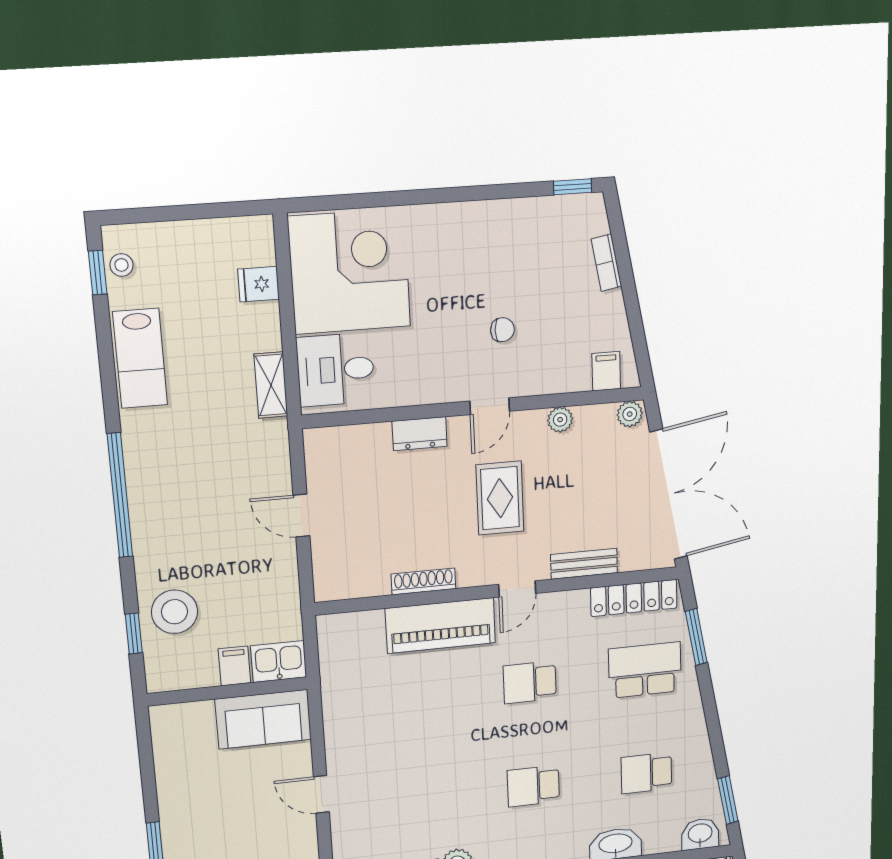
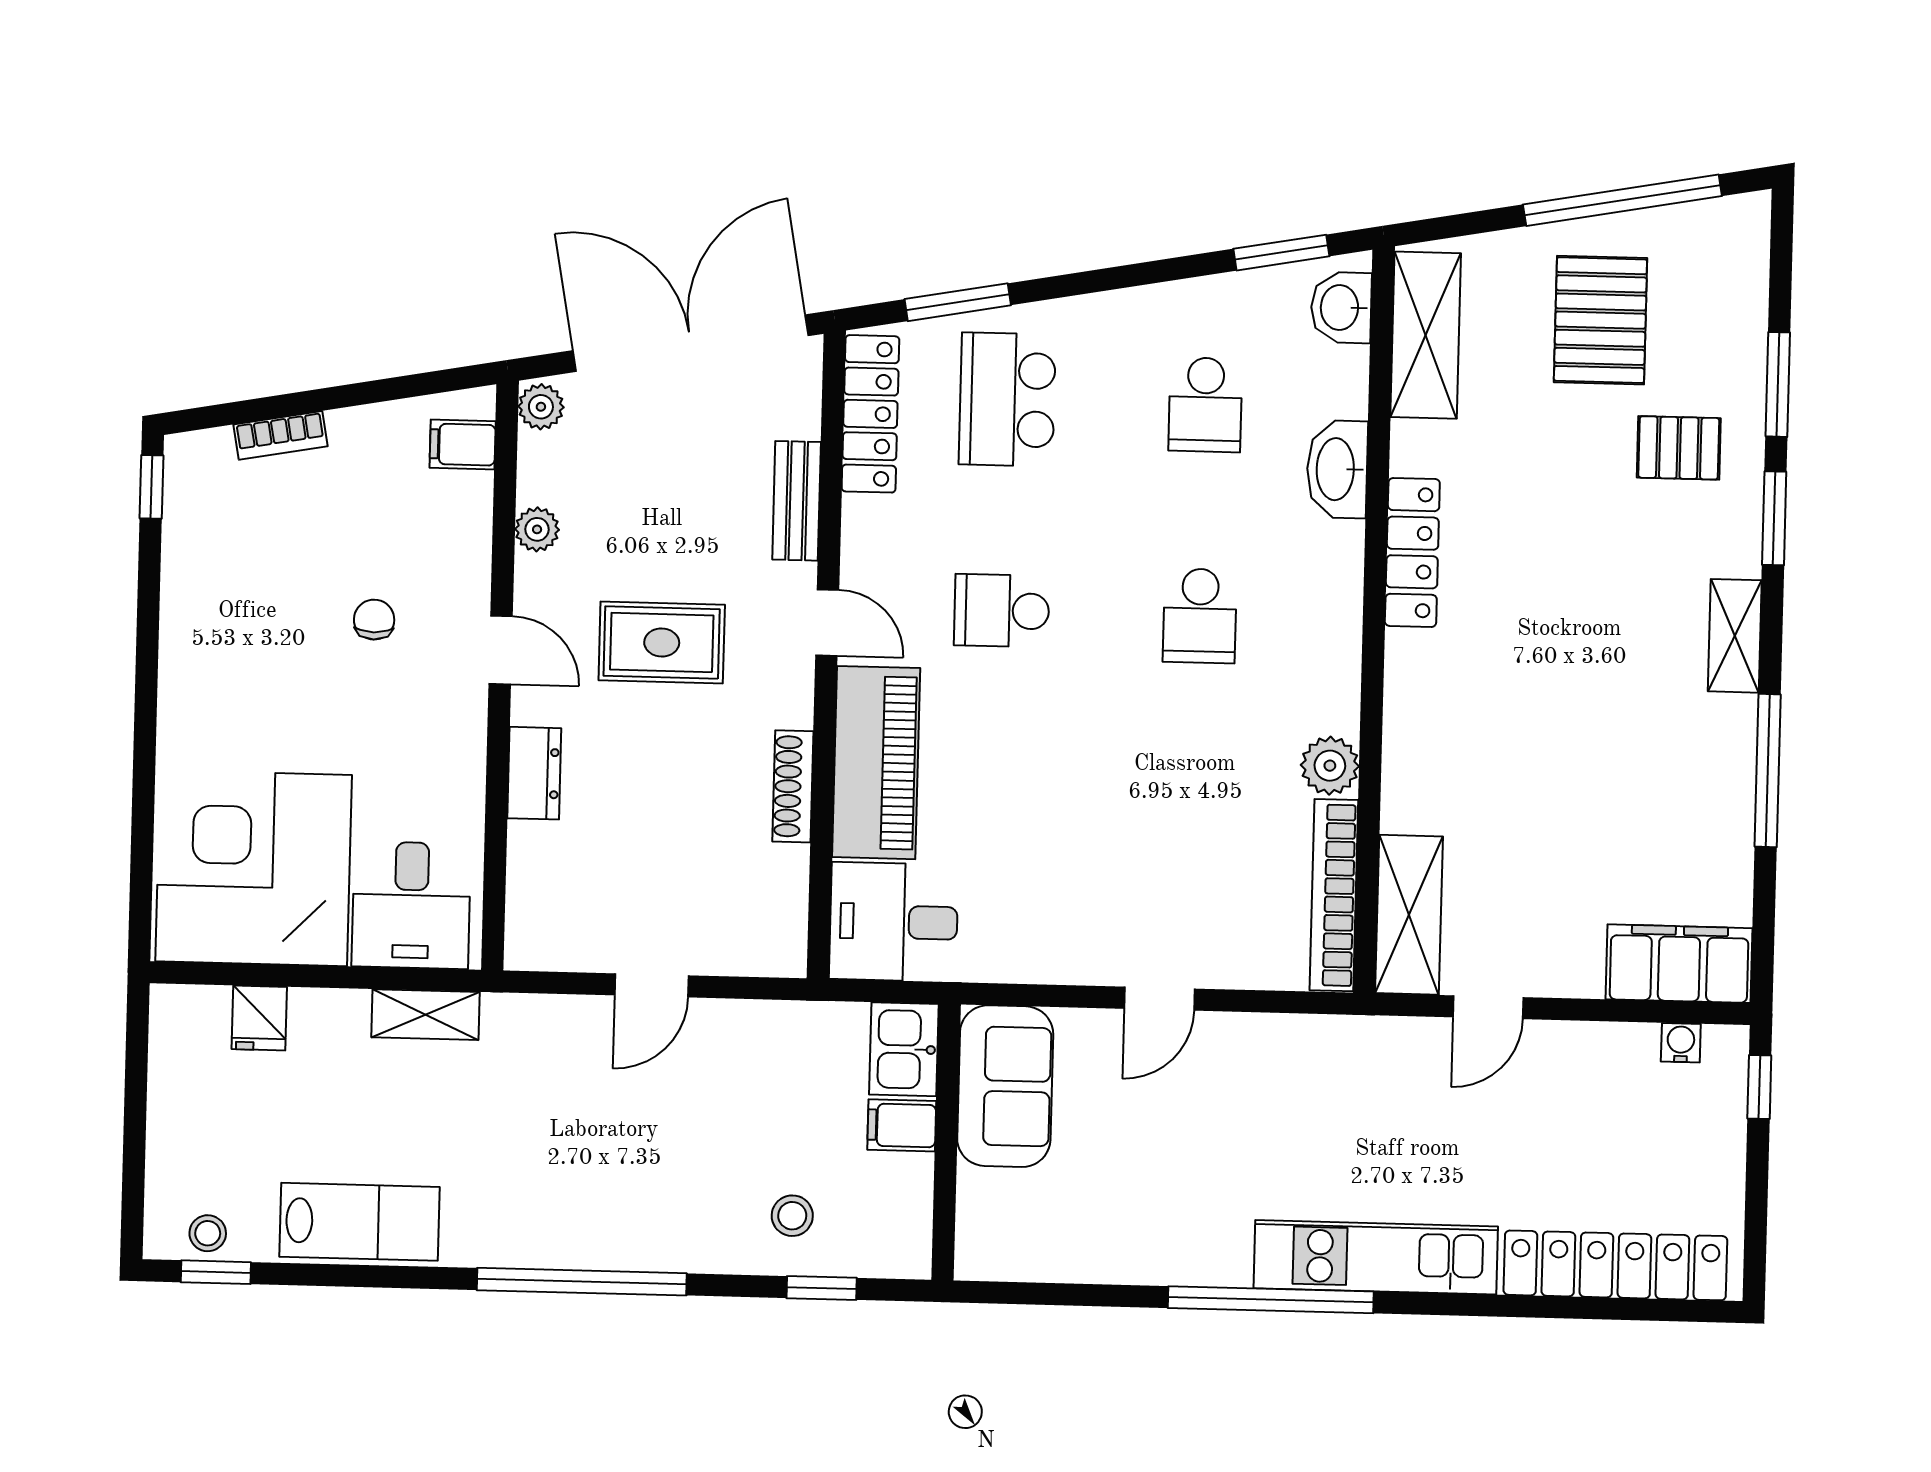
stool: (175, 612) -> (792, 1216), width x0.53, depth x0.53
desk: (351, 647) -> (894, 922), added
school desk: (530, 682) -> (1002, 611), turned 90

